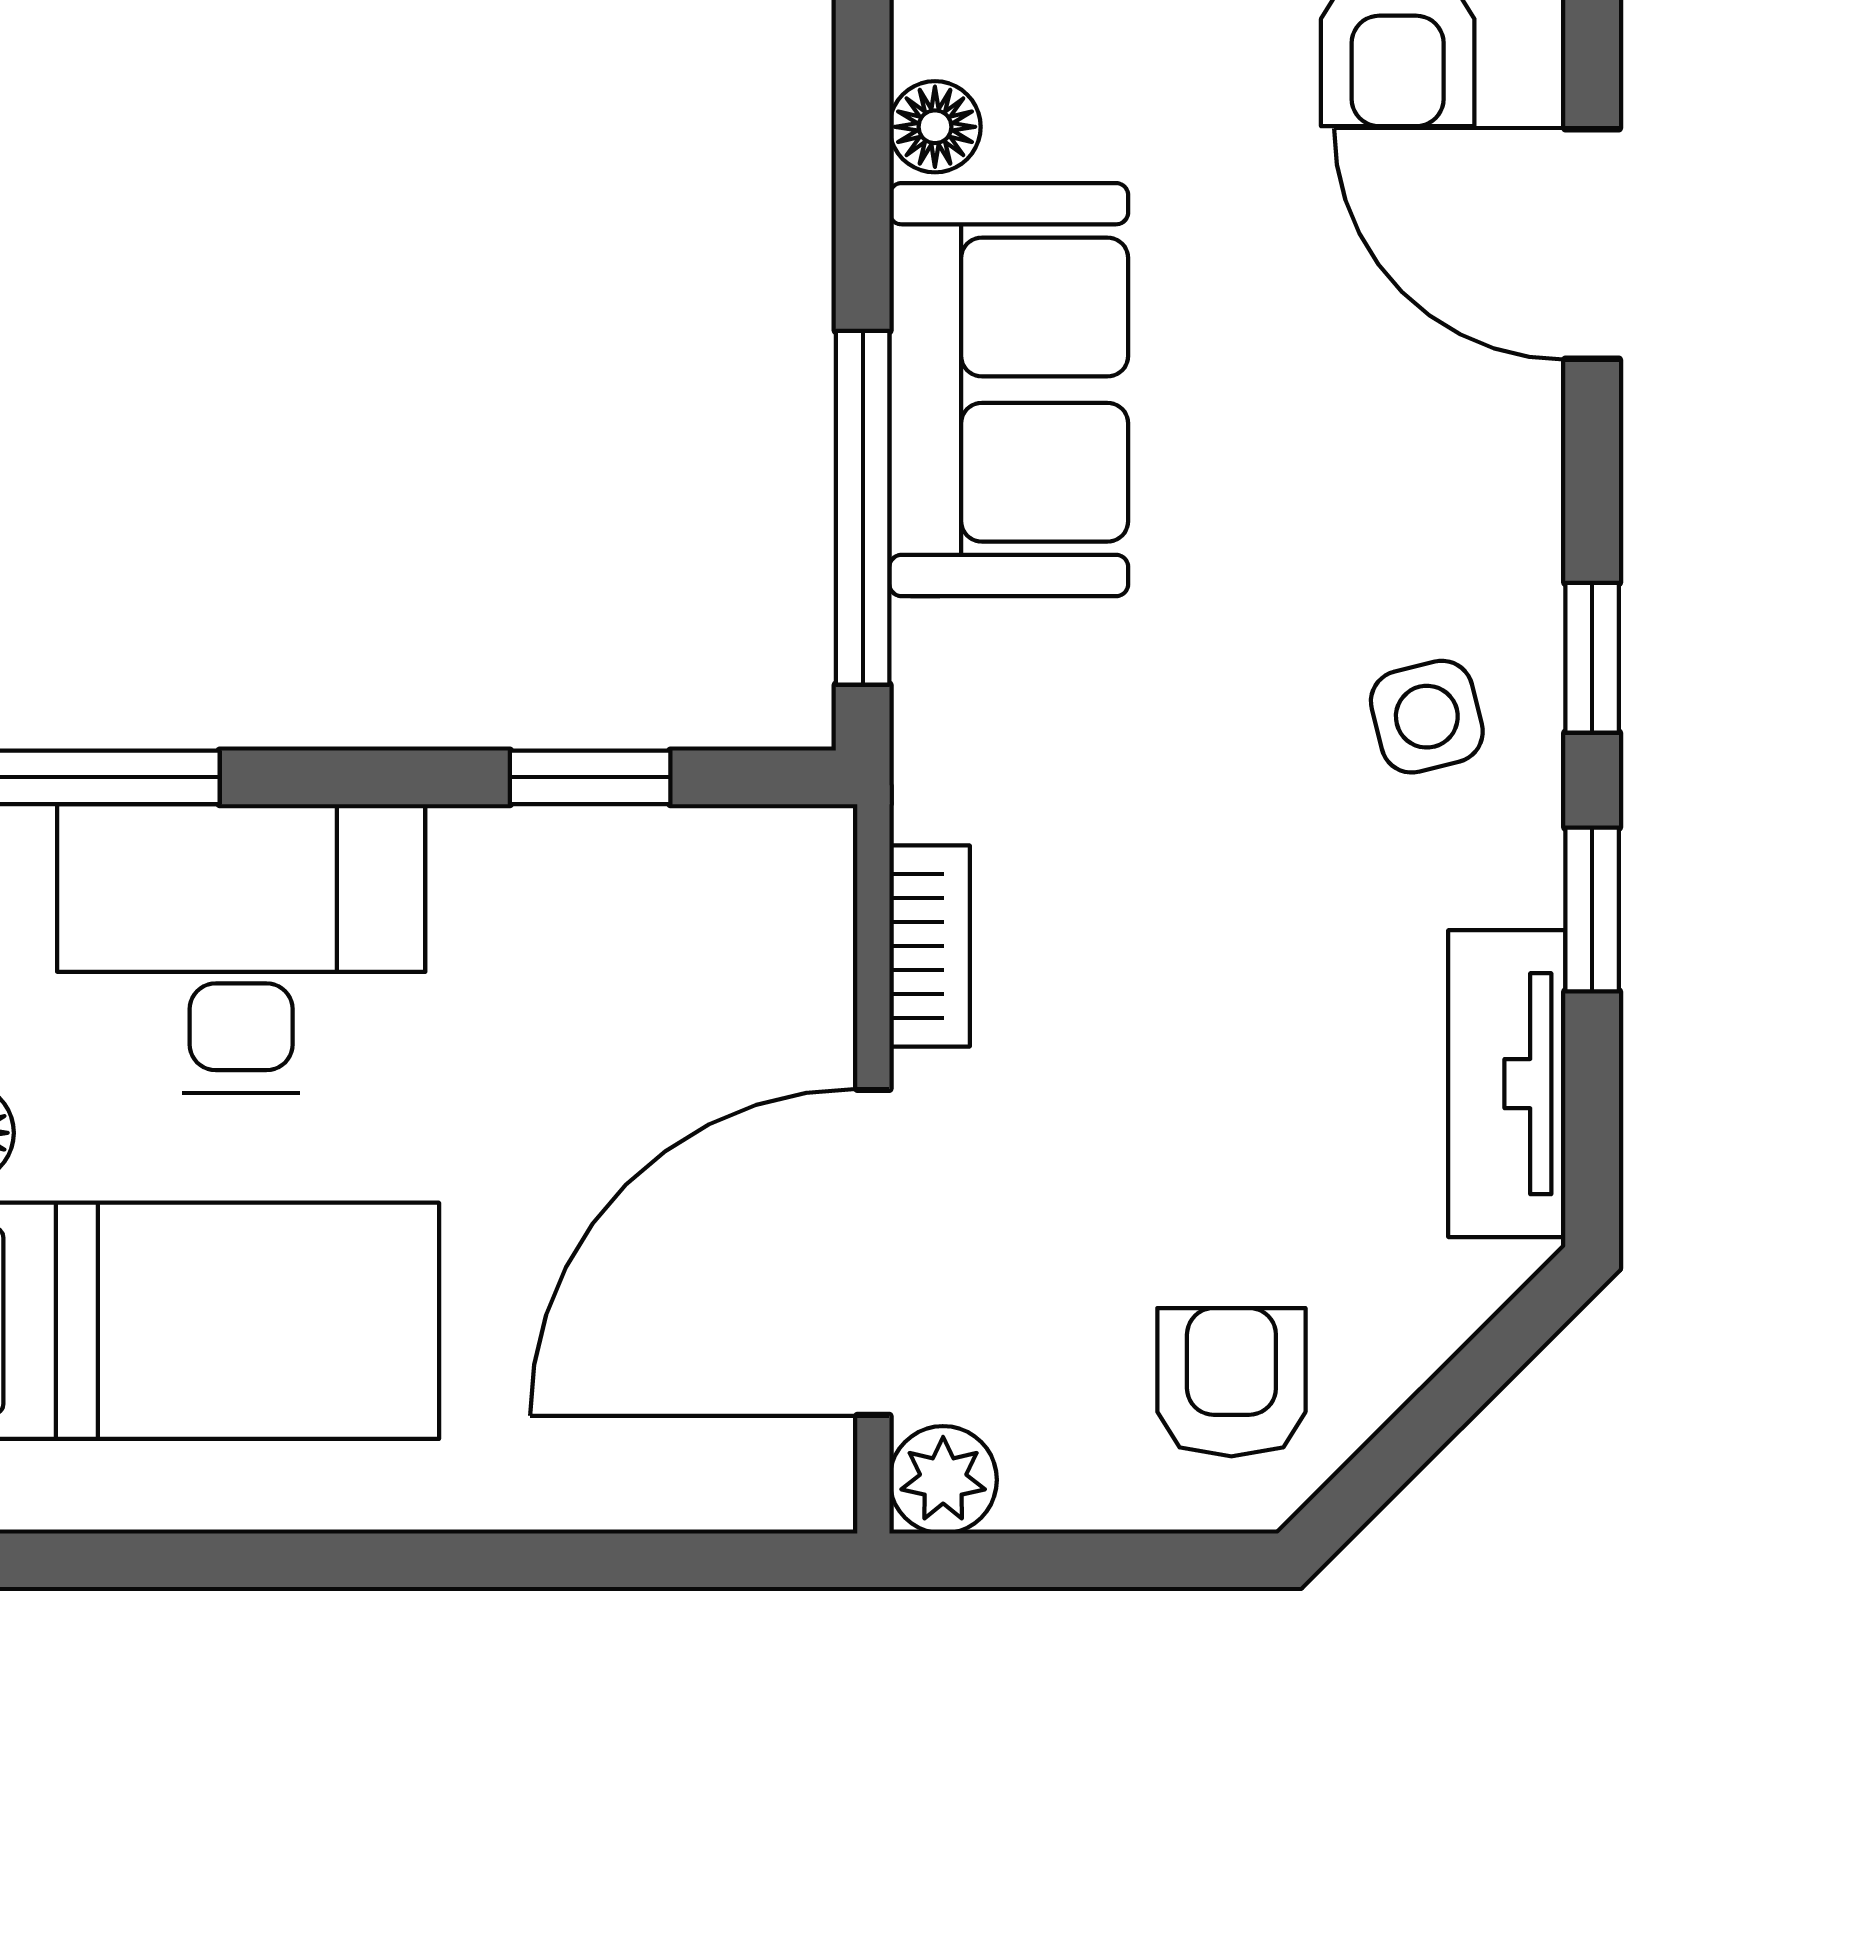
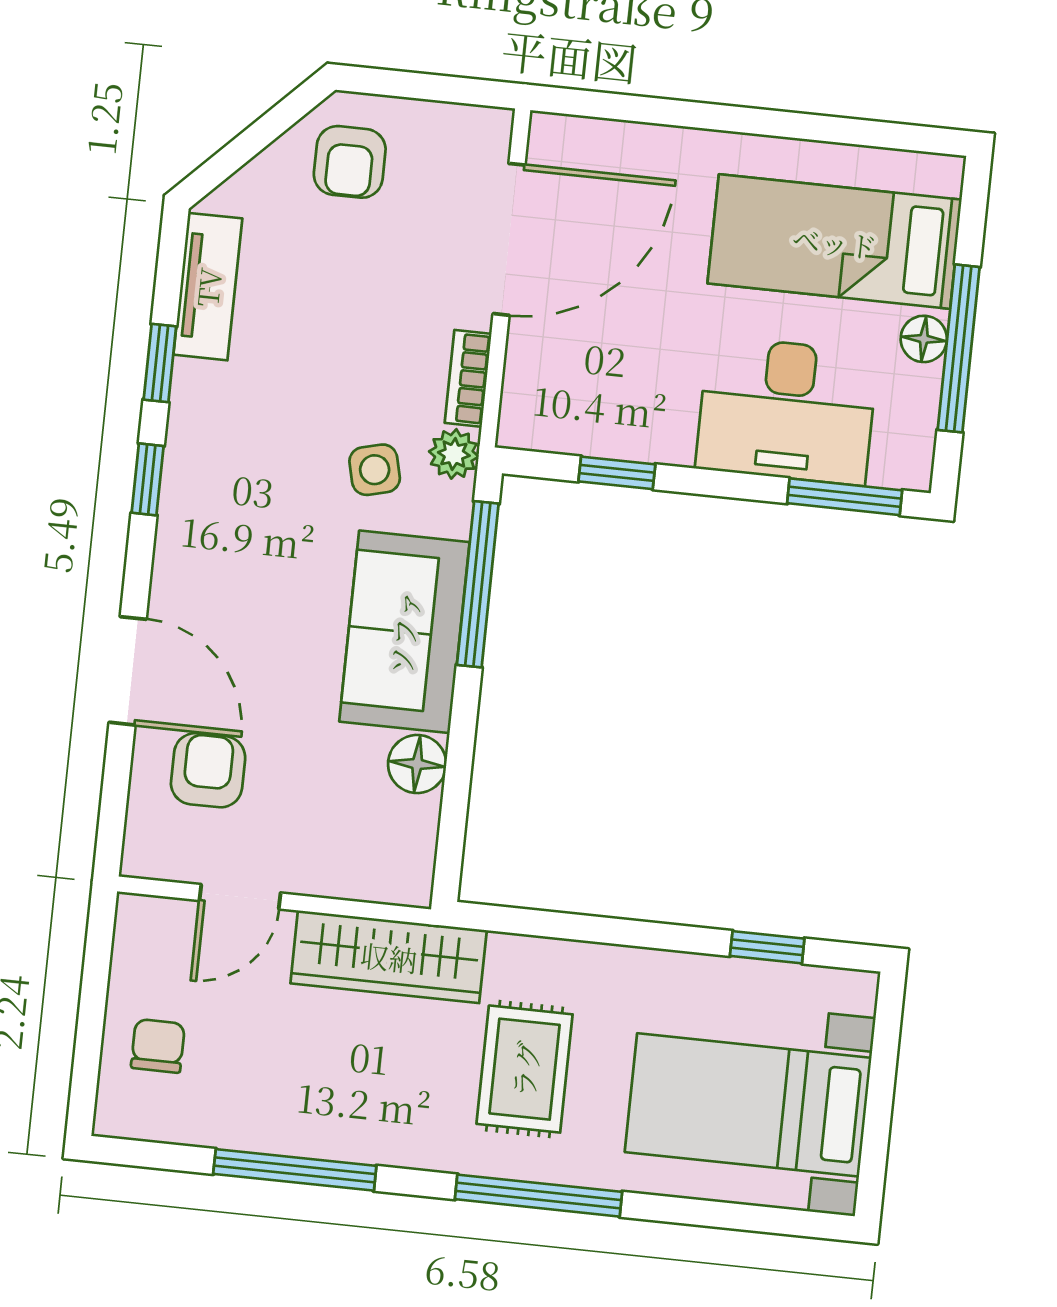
floor lamp: (935, 127) -> (417, 764), width x1.37, depth x1.37
side table: (1427, 717) -> (375, 470), moved
plant: (943, 1480) -> (454, 454), moved

